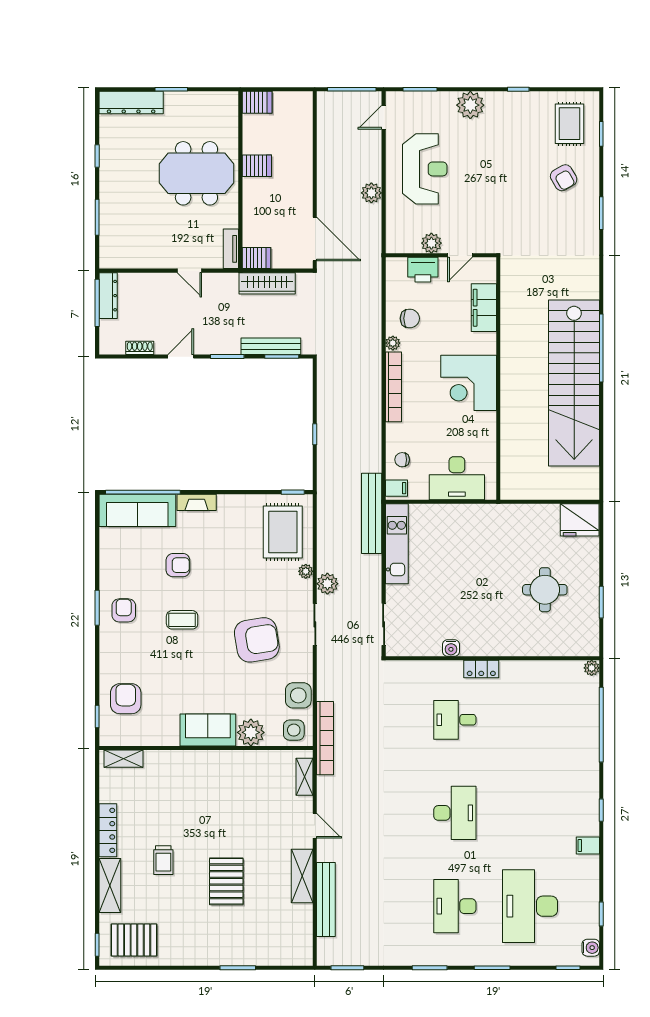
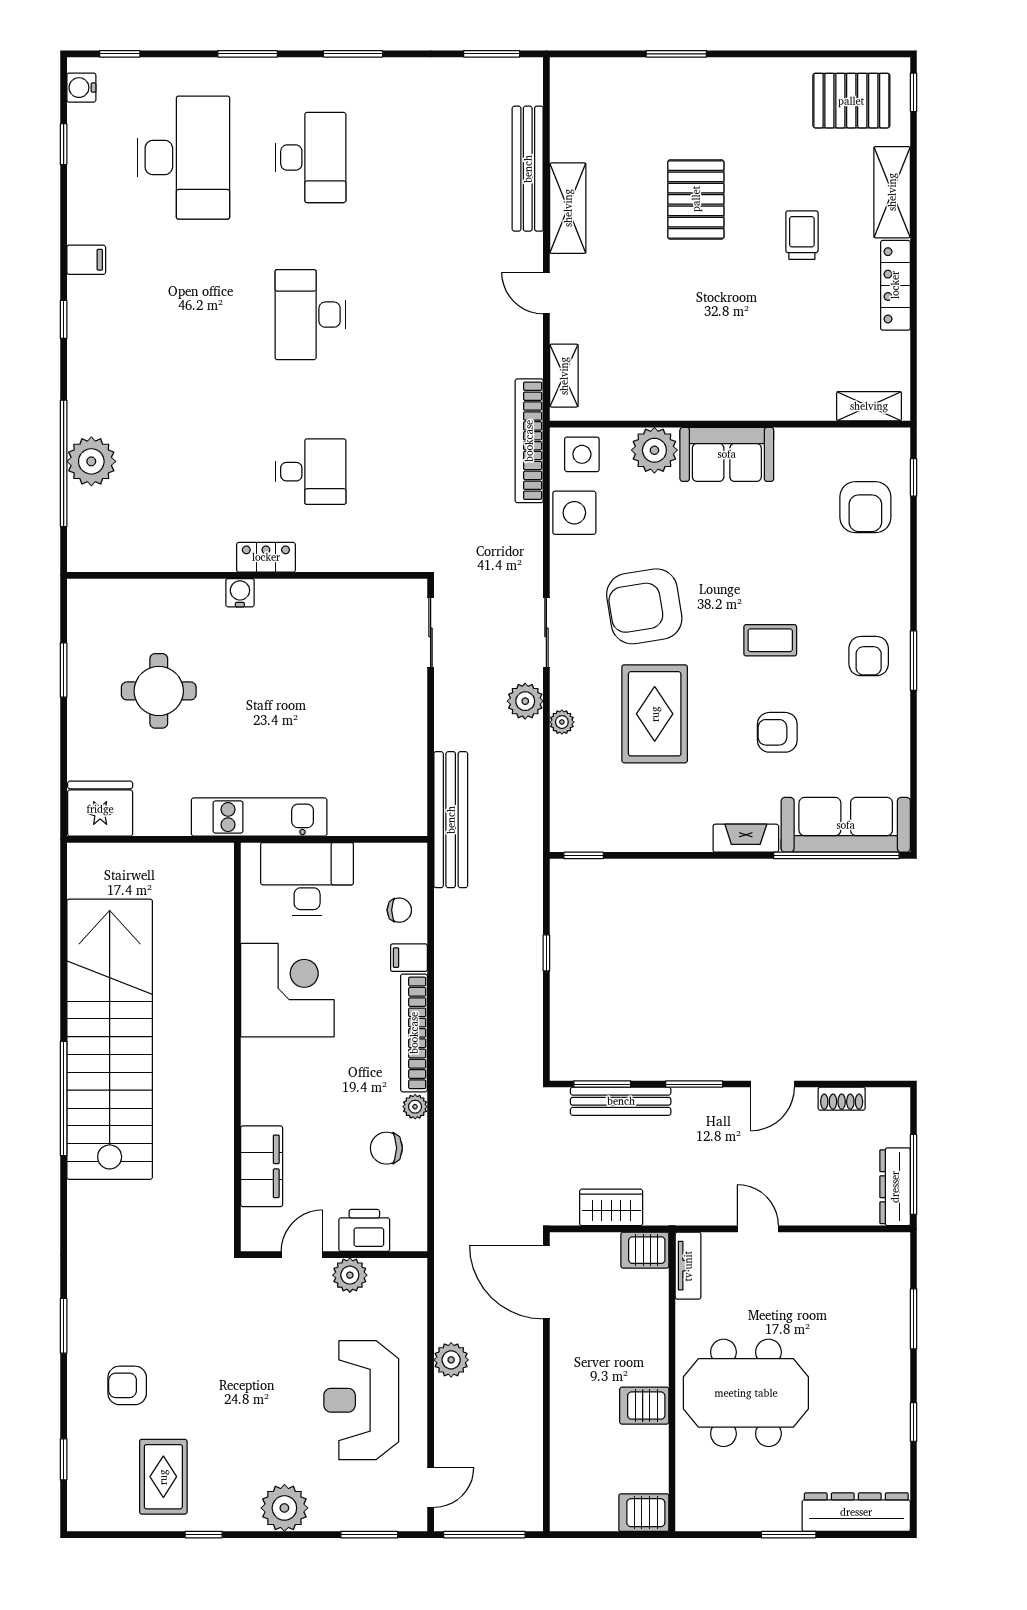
rug: (570, 124) -> (163, 1477), moved
armchair: (564, 178) -> (127, 1385), turned -60
wardrobe: (267, 283) -> (611, 1207), width x0.67
corner desk: (469, 383) -> (287, 990), moved
filing cabinet: (396, 488) -> (409, 958), moved
rug: (283, 532) -> (655, 714), moved
kitchen unit: (397, 544) -> (259, 817), moved, turned 90
water cooler: (451, 648) -> (240, 593), moved
plant: (592, 668) -> (91, 461), moved, width x1.88, depth x1.88

